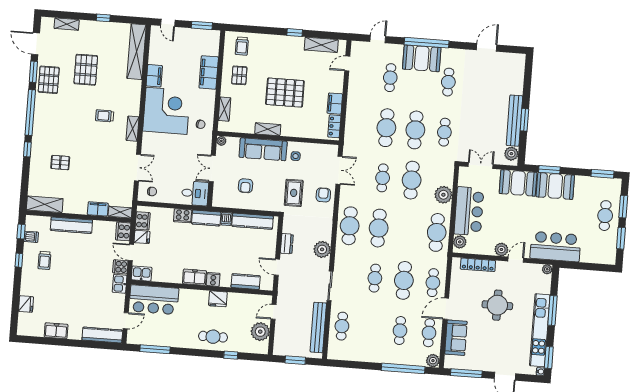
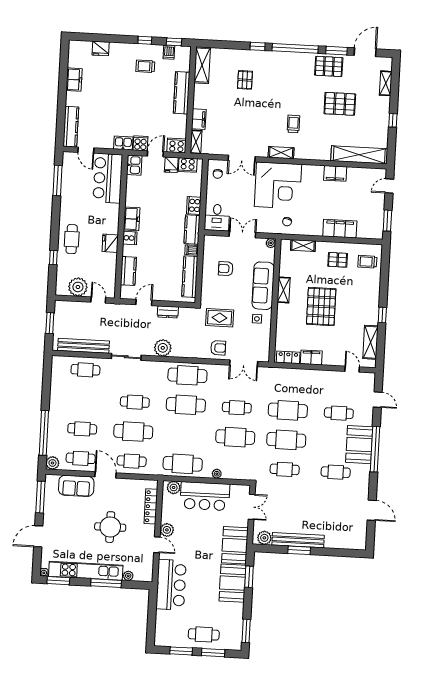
corner desk: (166, 111) -> (278, 185), moved
plant: (443, 195) -> (217, 474), width x0.53, depth x0.53
plant: (547, 269) -> (128, 576), moved

